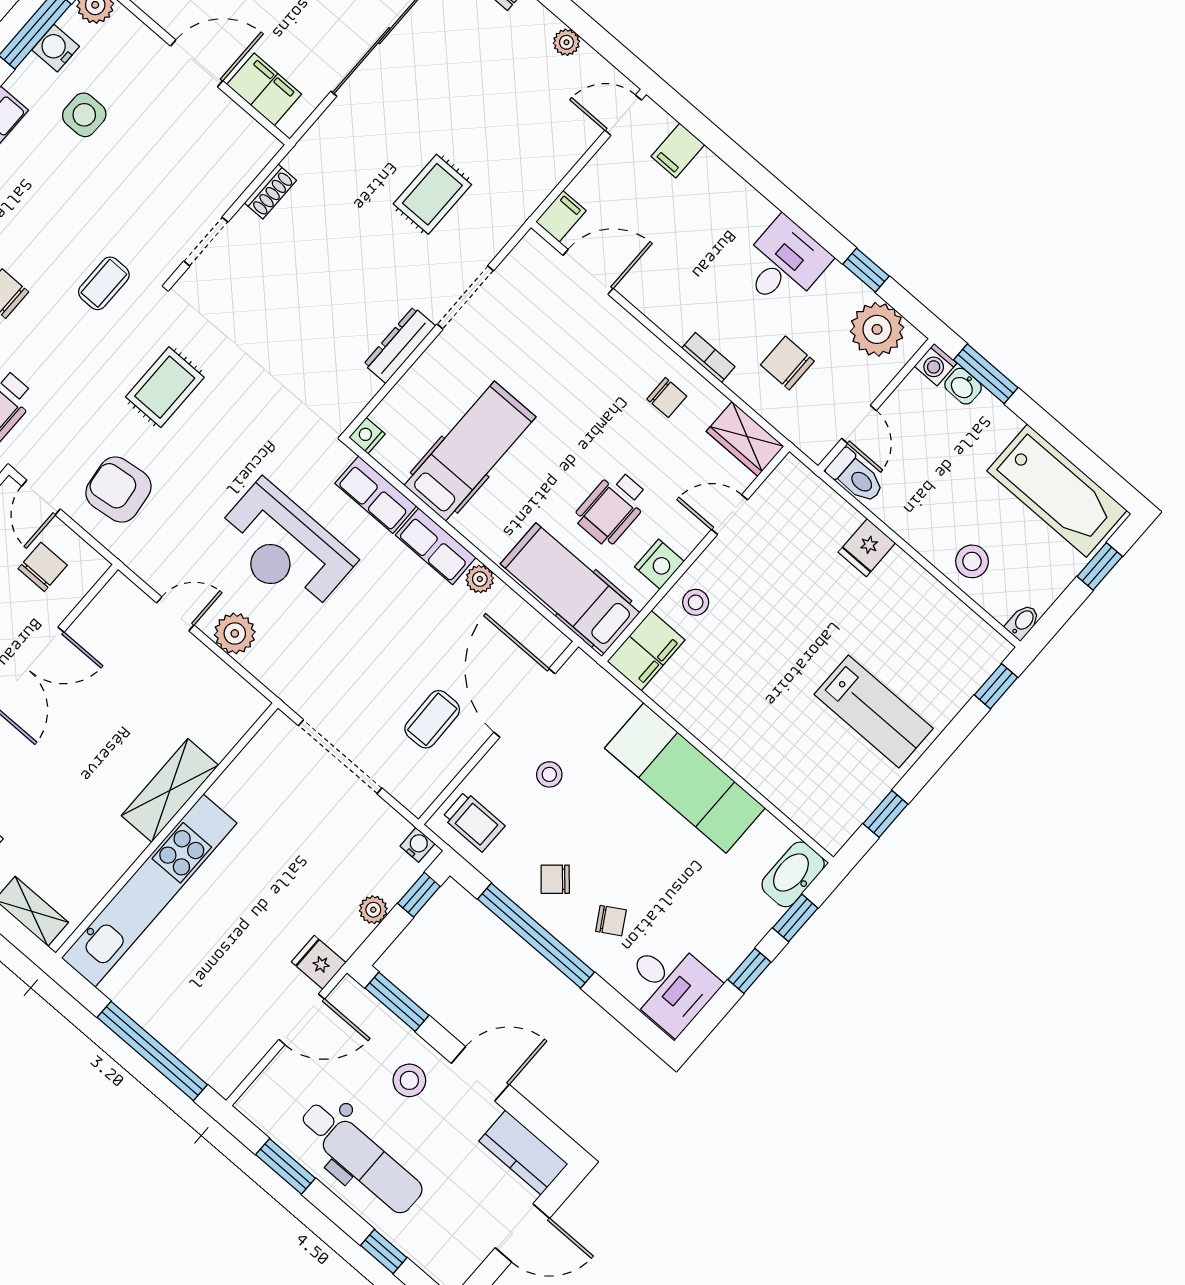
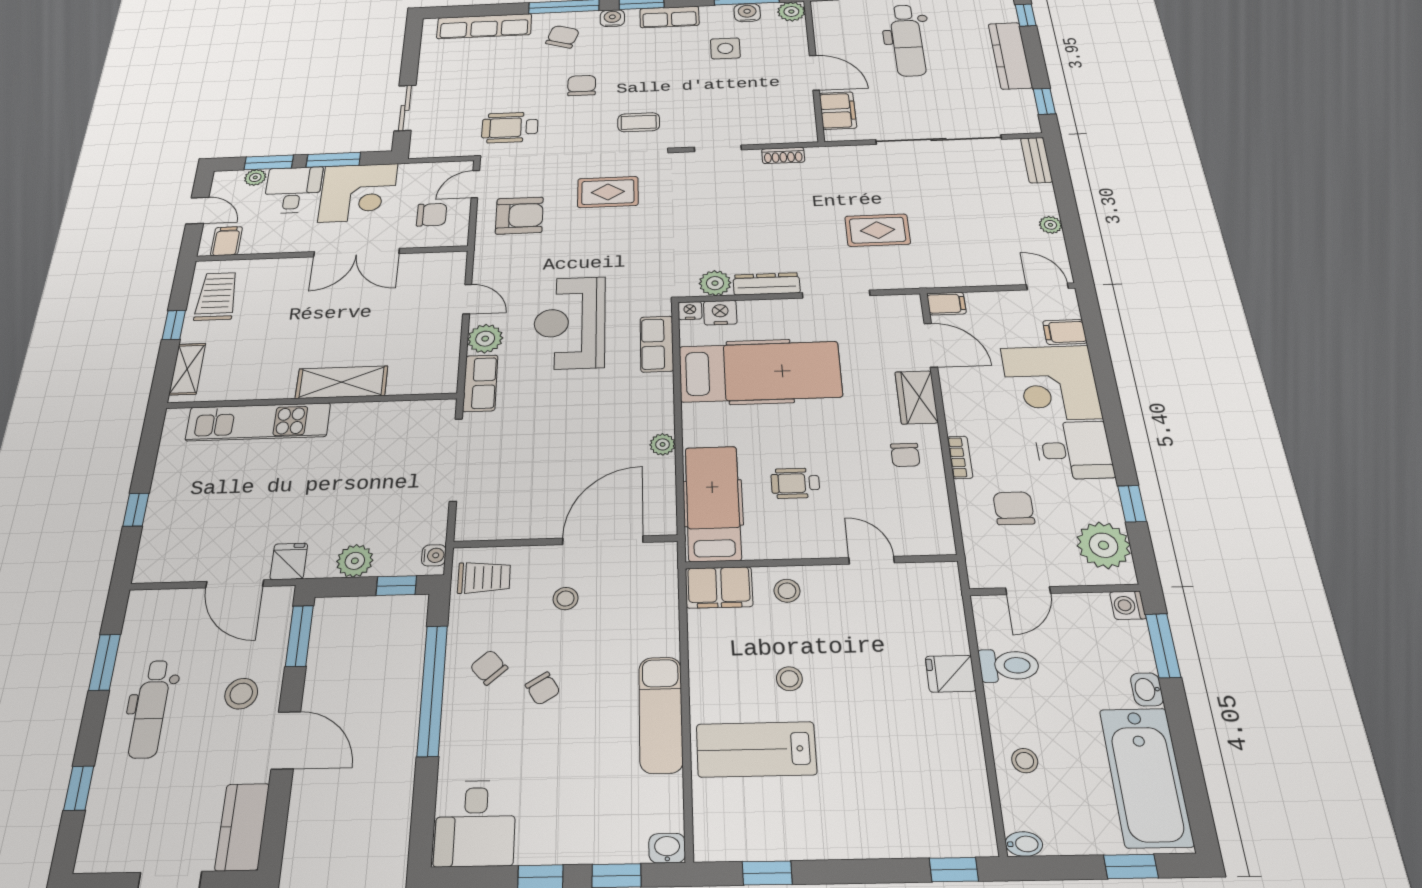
corner desk: (712, 215) -> (1051, 383), added
washbasin: (963, 386) -> (1147, 689), moved
plant: (358, 388) -> (715, 283), added
wardrobe: (745, 439) -> (916, 397), moved
hospital bed: (470, 451) -> (760, 372), width x1.37, depth x1.29
toilet: (856, 476) -> (1009, 666), moved, turned -90
armchair: (118, 490) -> (519, 216), turned 97
wheelchair: (612, 508) -> (795, 483), width x0.73, depth x0.73
row of seats: (436, 546) -> (480, 383), moved, turned 180
stool: (972, 561) -> (1025, 761), width x0.73, depth x0.73
nightstand: (659, 564) -> (720, 313), moved, turned 180
stool: (765, 667) -> (789, 679), added
lab bench: (874, 711) -> (756, 749), moved, turned 90
coffee table: (432, 719) -> (535, 493), removed
exam couch: (685, 778) -> (661, 714), width x0.73, depth x0.69
trolley: (474, 822) -> (484, 578), turned -90
washbasin: (793, 874) -> (667, 848), width x0.52, depth x0.69
kitchen unit: (149, 891) -> (258, 422), width x0.73
plant: (373, 910) -> (355, 561), width x1.38, depth x1.38
chair: (611, 921) -> (543, 689), moved
window: (152, 1051) -> (136, 510), width x0.32
dental chair: (361, 1157) -> (151, 709), width x0.73, depth x0.72

